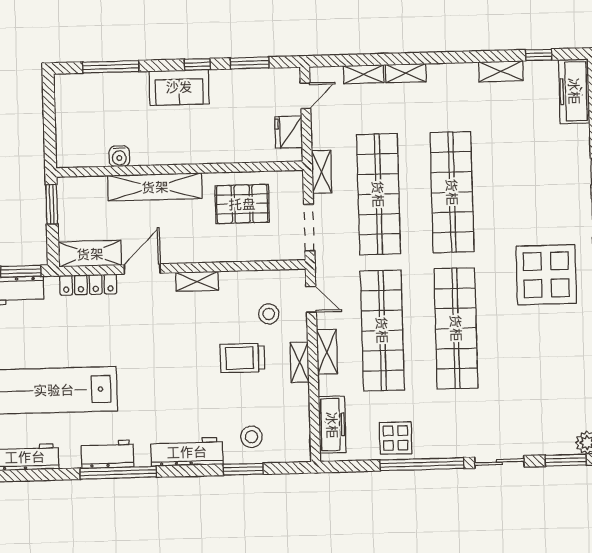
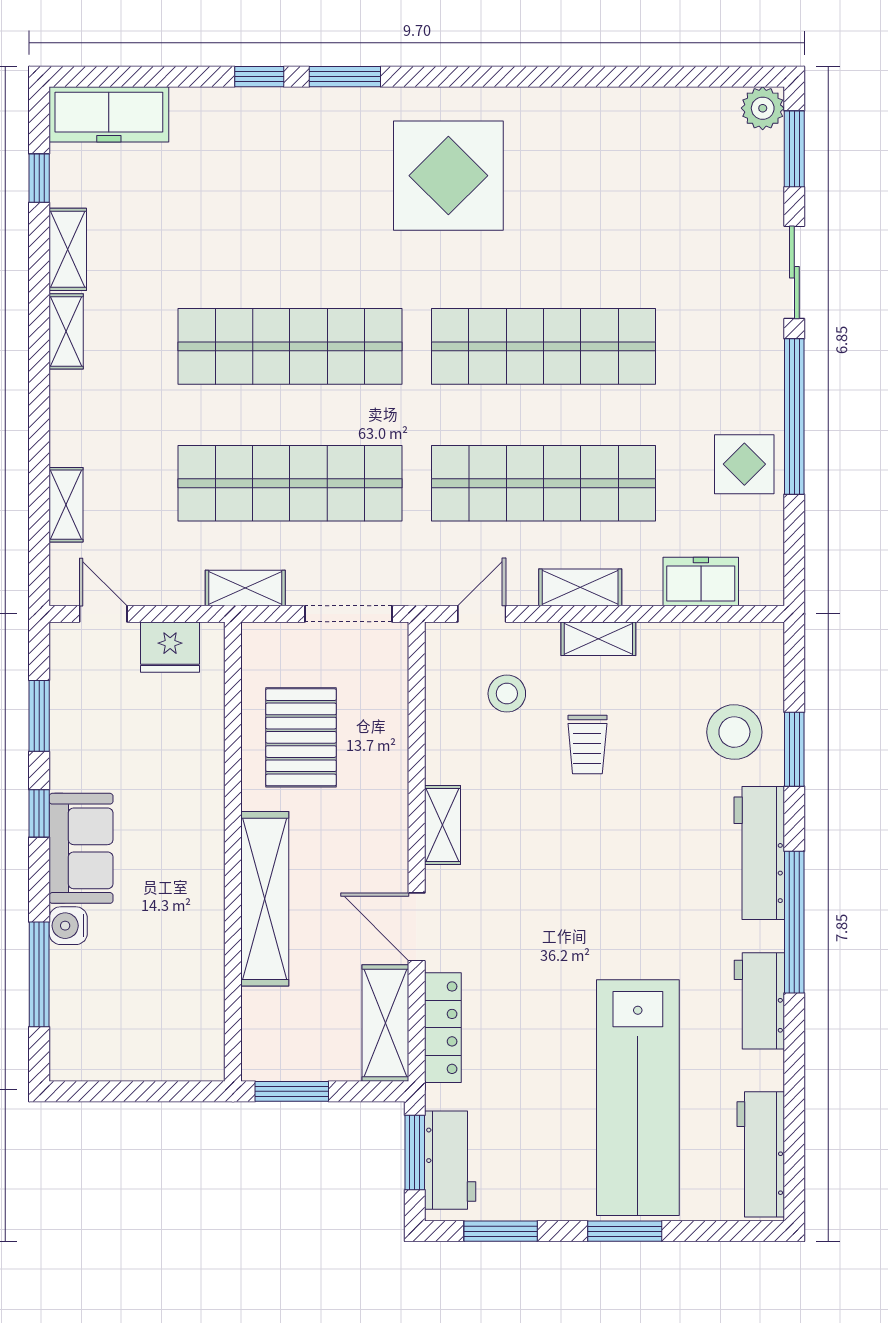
shelving: (406, 73) -> (66, 331), moved
water cooler: (119, 156) -> (68, 926), moved, turned 180
trolley: (243, 358) -> (587, 745), width x0.73, depth x0.72
freezer: (332, 425) -> (701, 582), width x0.71
stool: (251, 437) -> (734, 732), width x1.38, depth x1.38
window: (118, 473) -> (794, 922), moved

